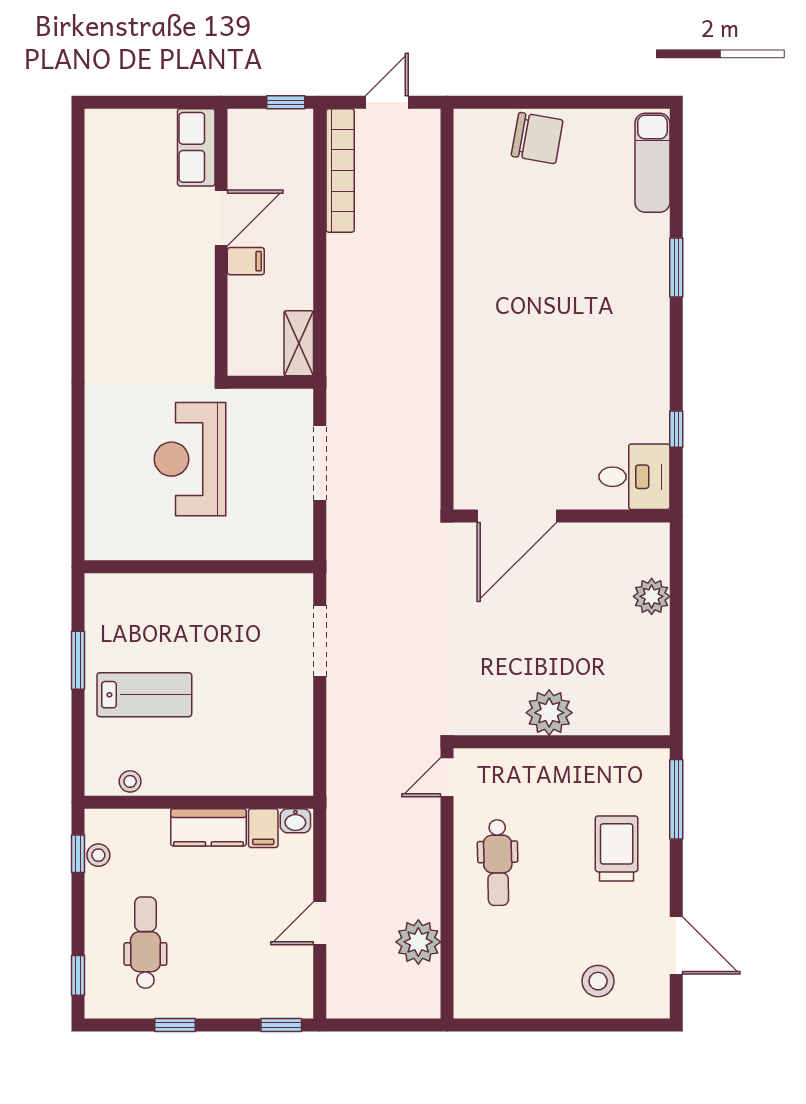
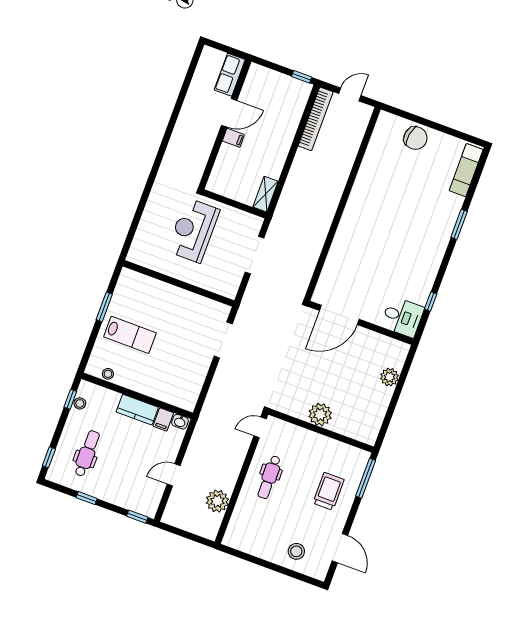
row of seats: (196, 147) -> (230, 75), moved
door: (221, 218) -> (229, 113), moved
wall: (221, 242) -> (225, 124), moved
filing cabinet: (246, 261) -> (233, 138), moved

